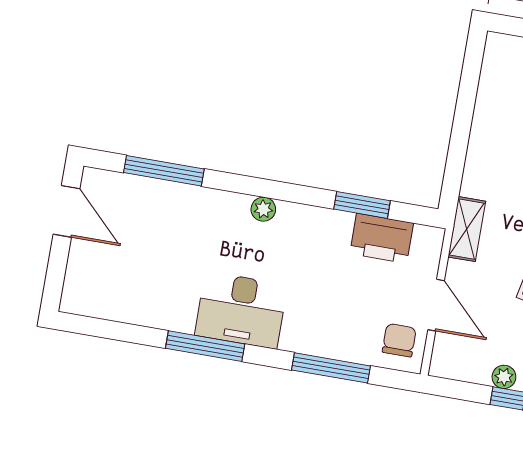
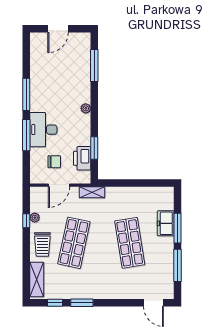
door: (66, 211) -> (58, 29), moved
desk: (241, 310) -> (43, 130), moved
chair: (399, 340) -> (54, 162), moved
window: (331, 368) -> (26, 135), moved

